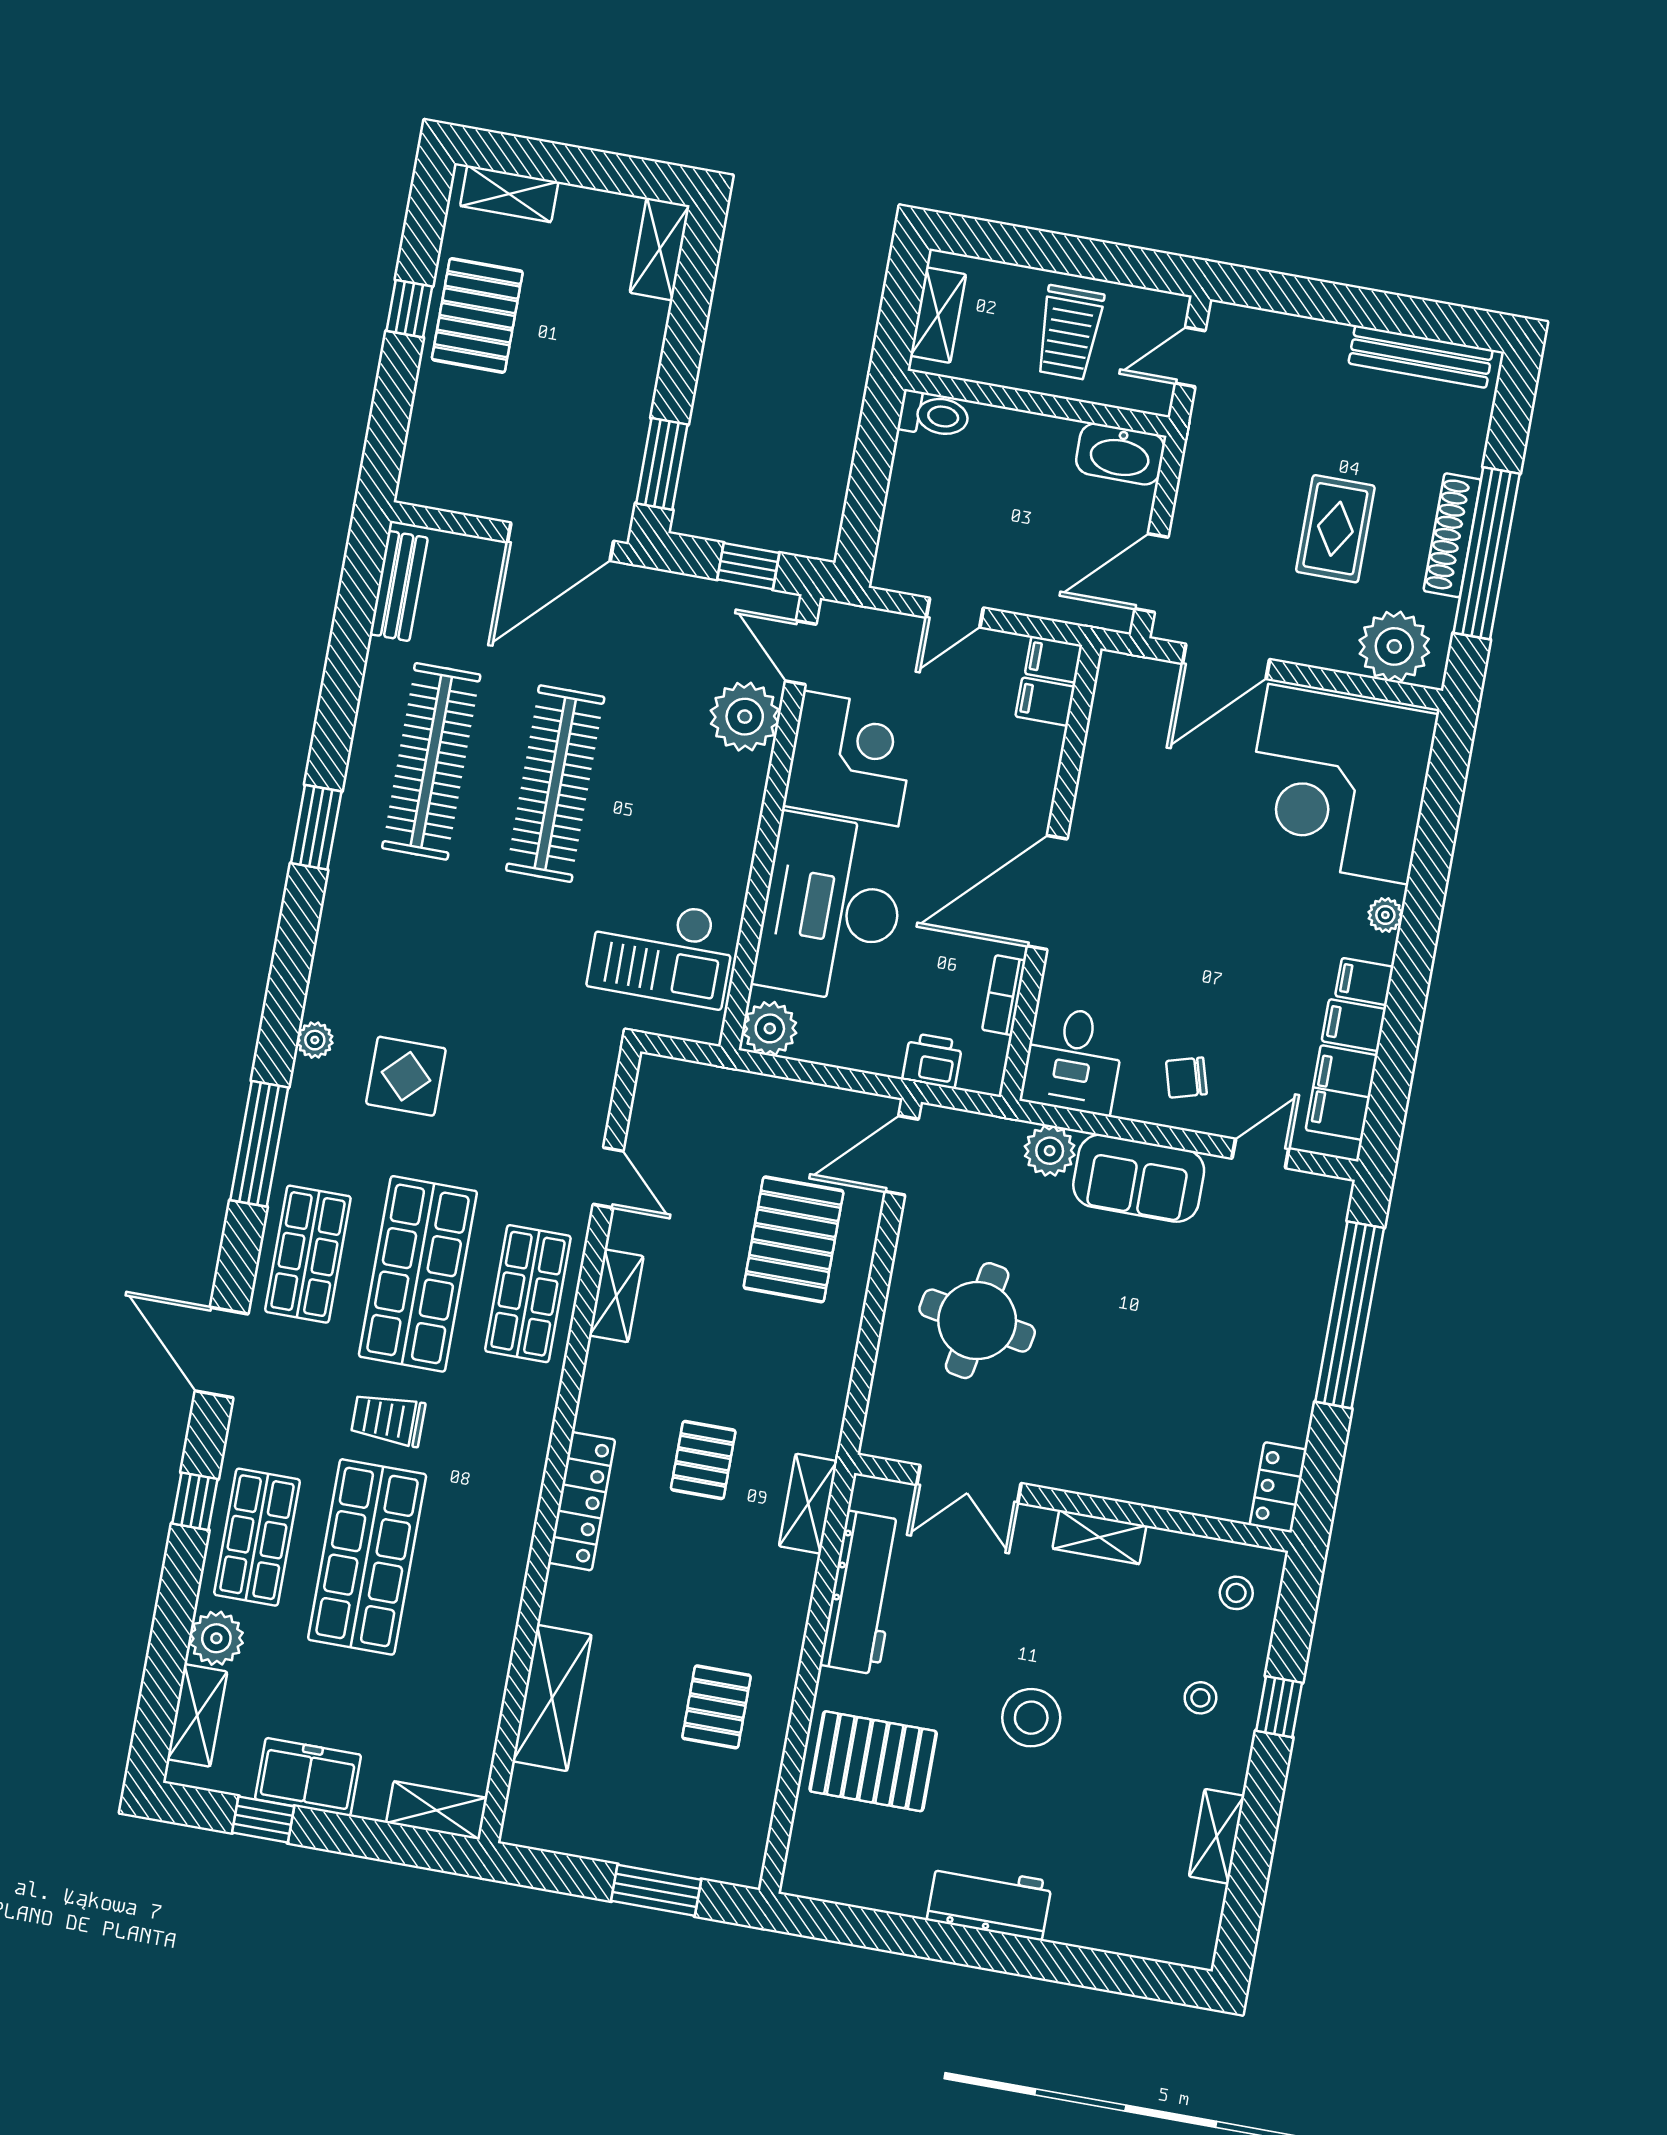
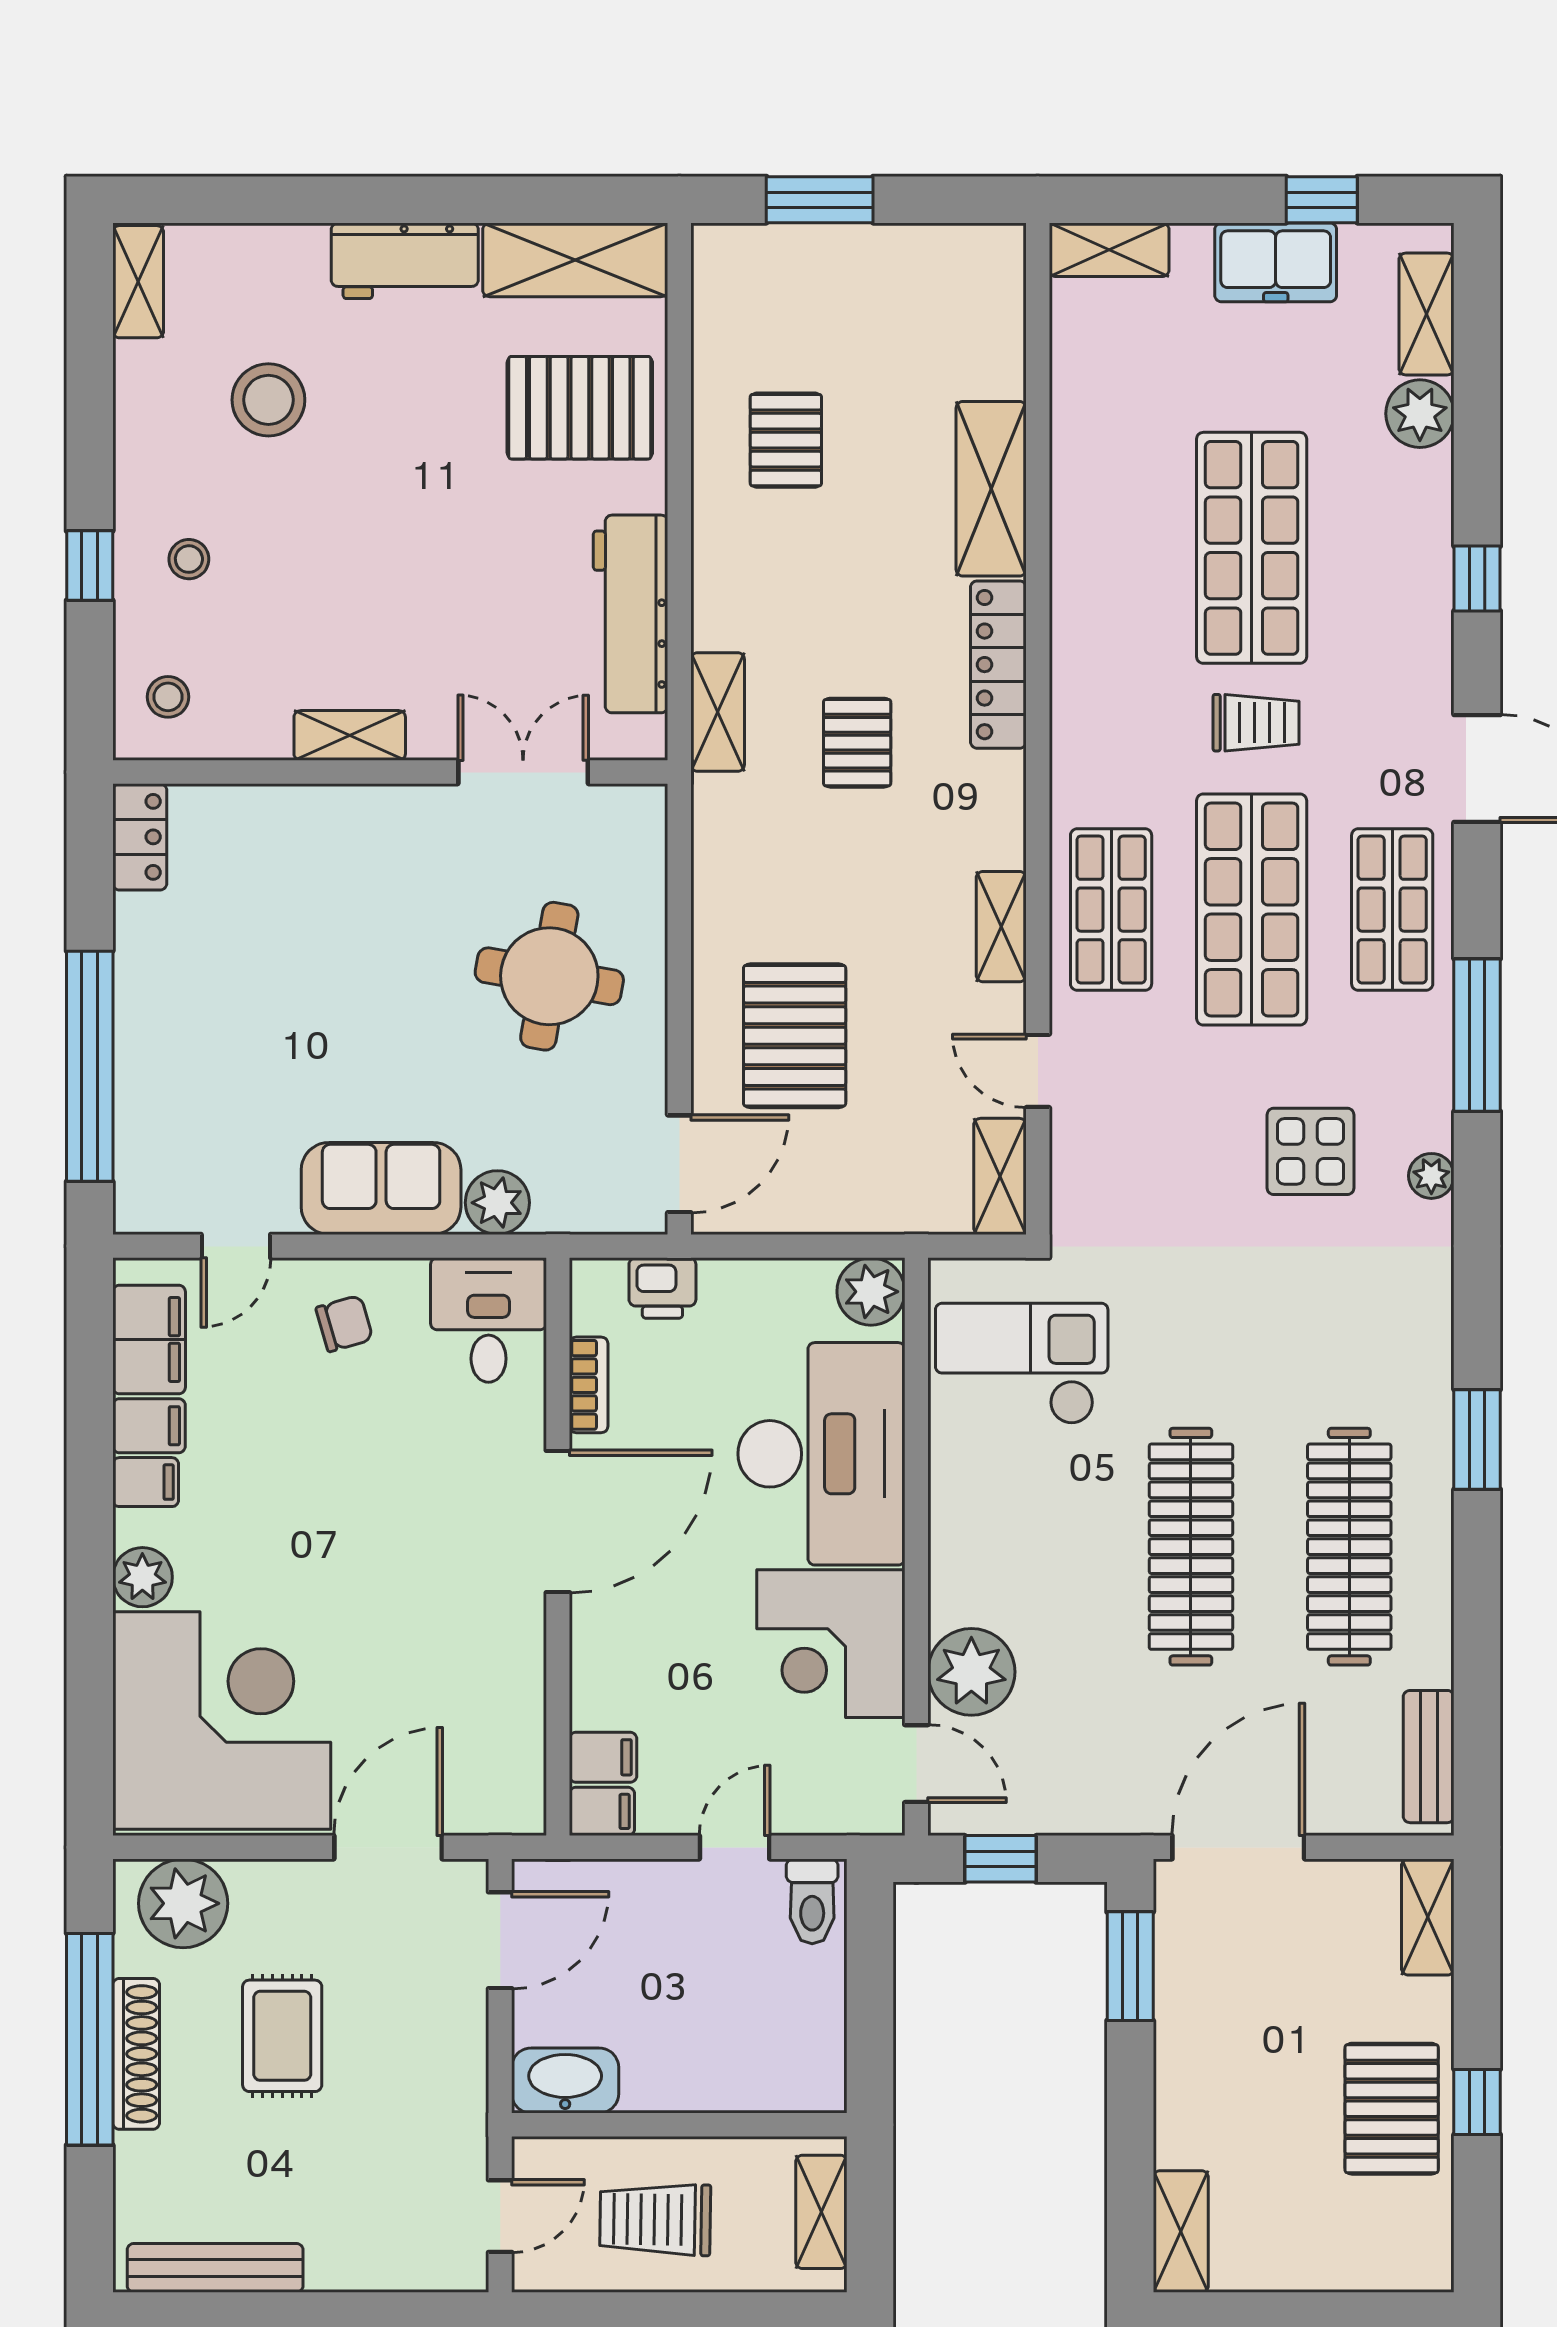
shelving: (509, 194) -> (1428, 1917), moved, turned 90
trolley: (1069, 332) -> (655, 2219), turned -89
toilet: (934, 415) -> (812, 1901), moved, turned -90
plant: (1385, 915) -> (142, 1577), width x1.38, depth x1.38
shelving: (653, 1100) -> (1000, 1176), added
shop shelf: (257, 1537) -> (1392, 548), removed
shelving: (552, 1698) -> (991, 489), moved
stool: (1031, 1718) -> (268, 400), moved
shelving: (1217, 1836) -> (138, 282), moved
shelving: (856, 1878) -> (575, 260), added

